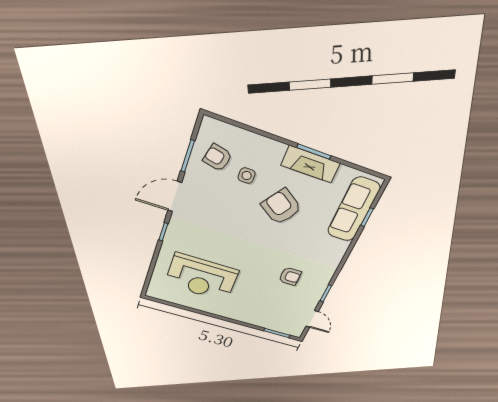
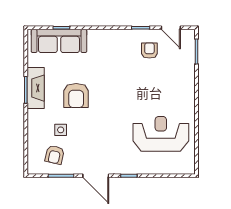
armchair: (281, 207) -> (76, 96), turned -34
armchair: (290, 276) -> (149, 51), moved
reception desk: (202, 277) -> (161, 134), turned -90
door: (312, 319) -> (171, 28), swing flipped

